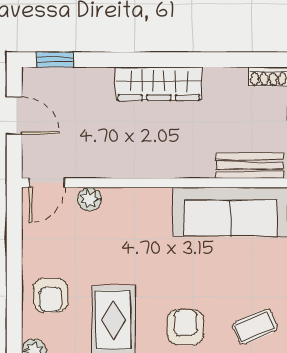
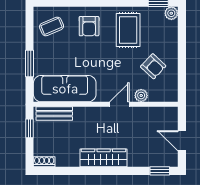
door: (47, 183) -> (119, 104), moved
armchair: (51, 295) -> (153, 66), moved, turned 133

